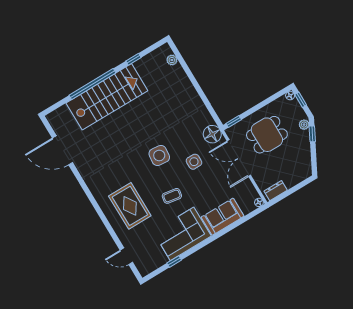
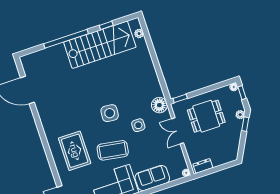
stairs: (107, 97) -> (100, 45), moved
double door: (239, 158) -> (178, 131), width x0.73
coffee table: (172, 196) -> (113, 150), width x1.86, depth x1.72

